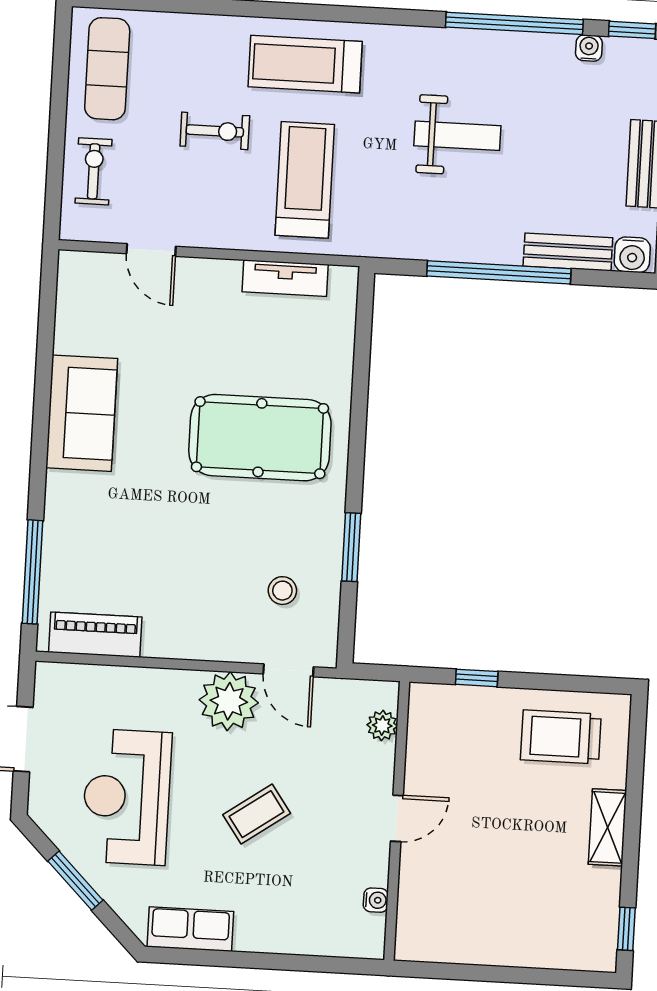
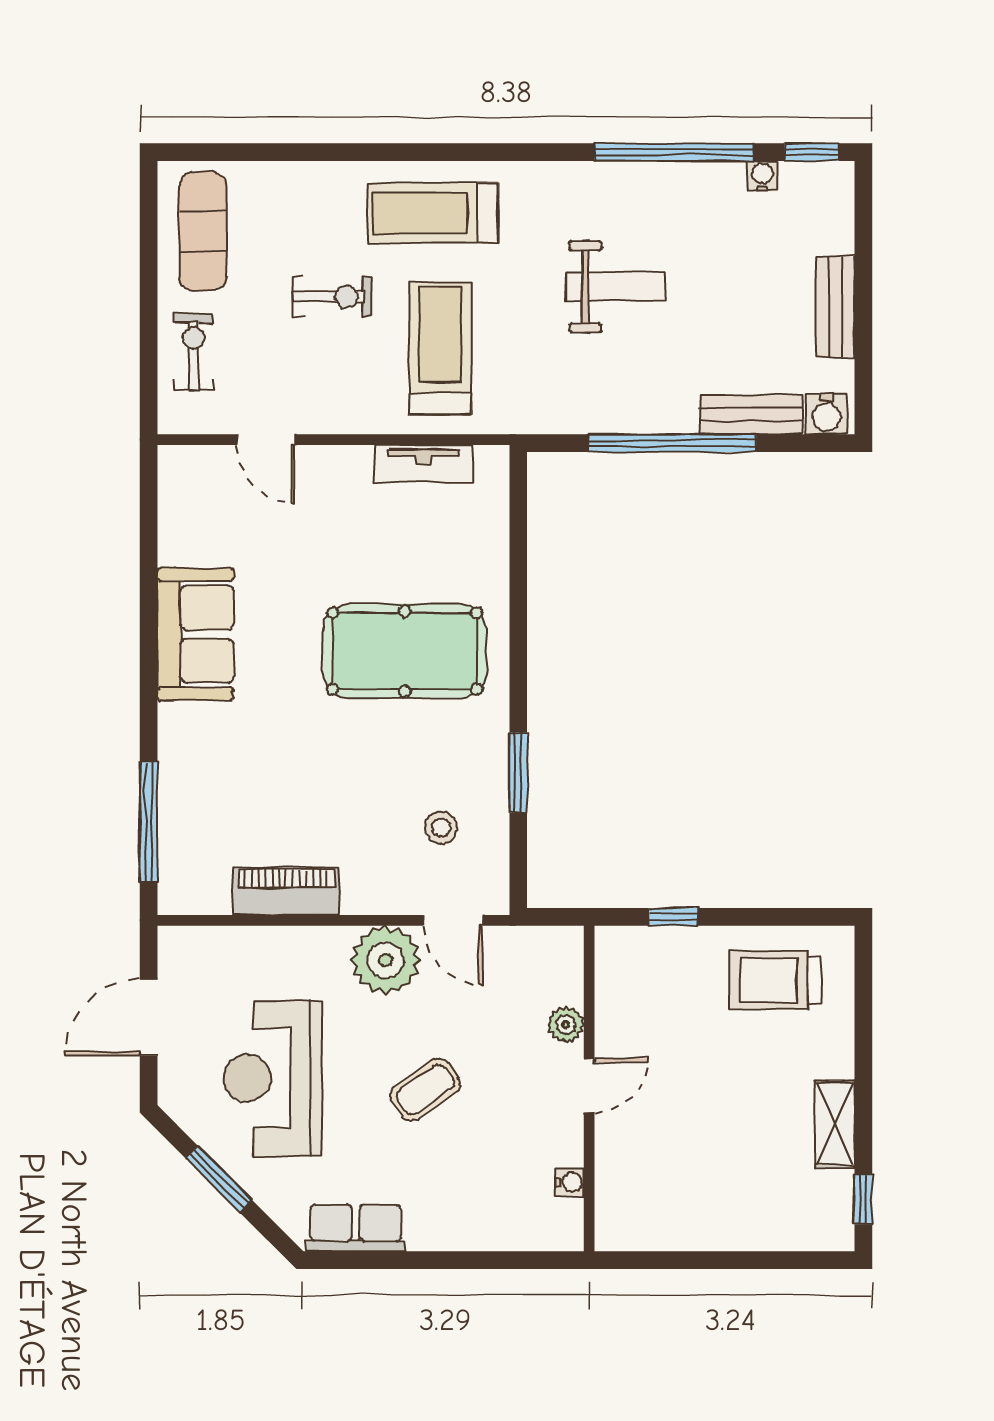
piano: (95, 635) -> (286, 891), moved
plant: (382, 725) -> (566, 1025), moved
shelving: (607, 827) -> (835, 1124), moved

